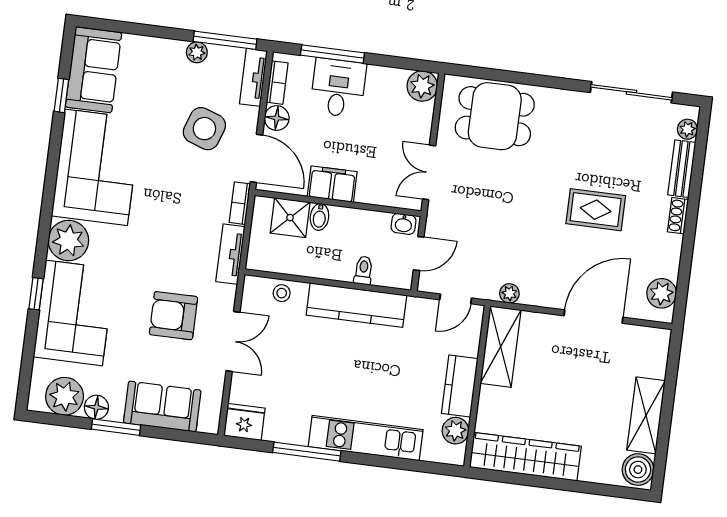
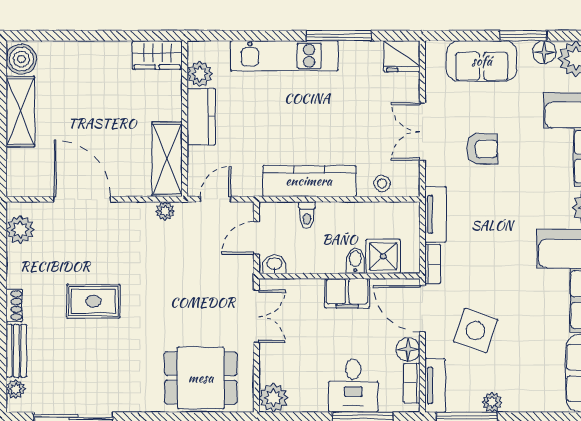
armchair: (173, 316) -> (482, 149), width x0.72, depth x0.72
door: (593, 317) -> (82, 199), swing flipped
wardrobe: (525, 457) -> (157, 55), width x0.48, depth x0.85

